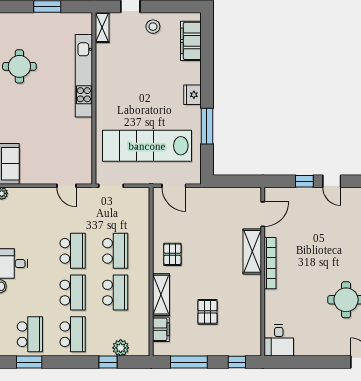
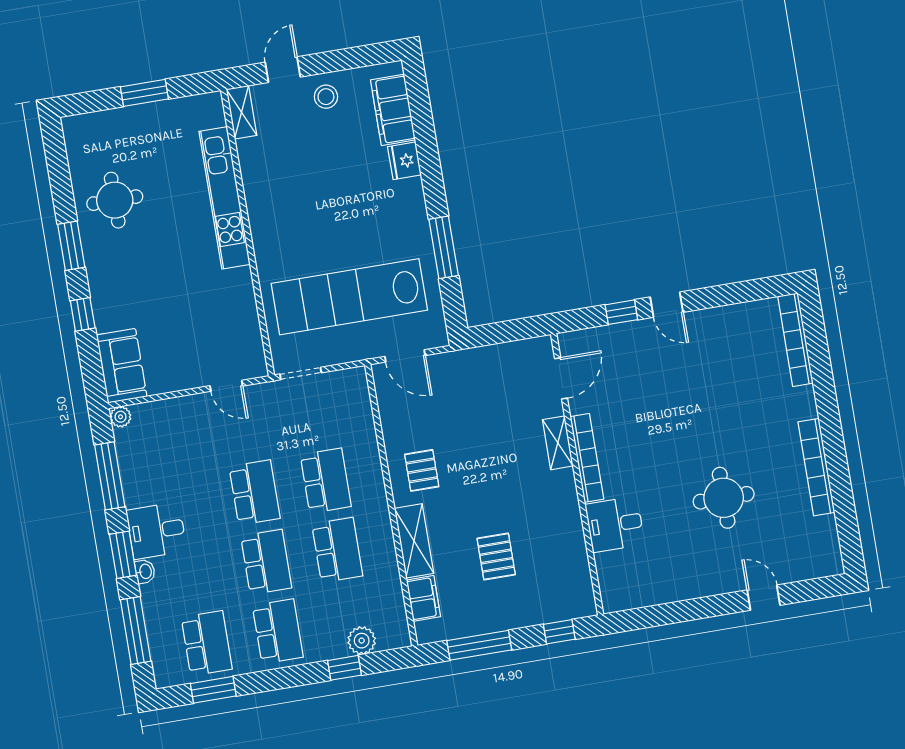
fridge: (193, 95) -> (404, 161), moved
shelving: (252, 251) -> (558, 443), width x0.67, depth x0.75
desk: (279, 340) -> (615, 524), moved, turned 90

